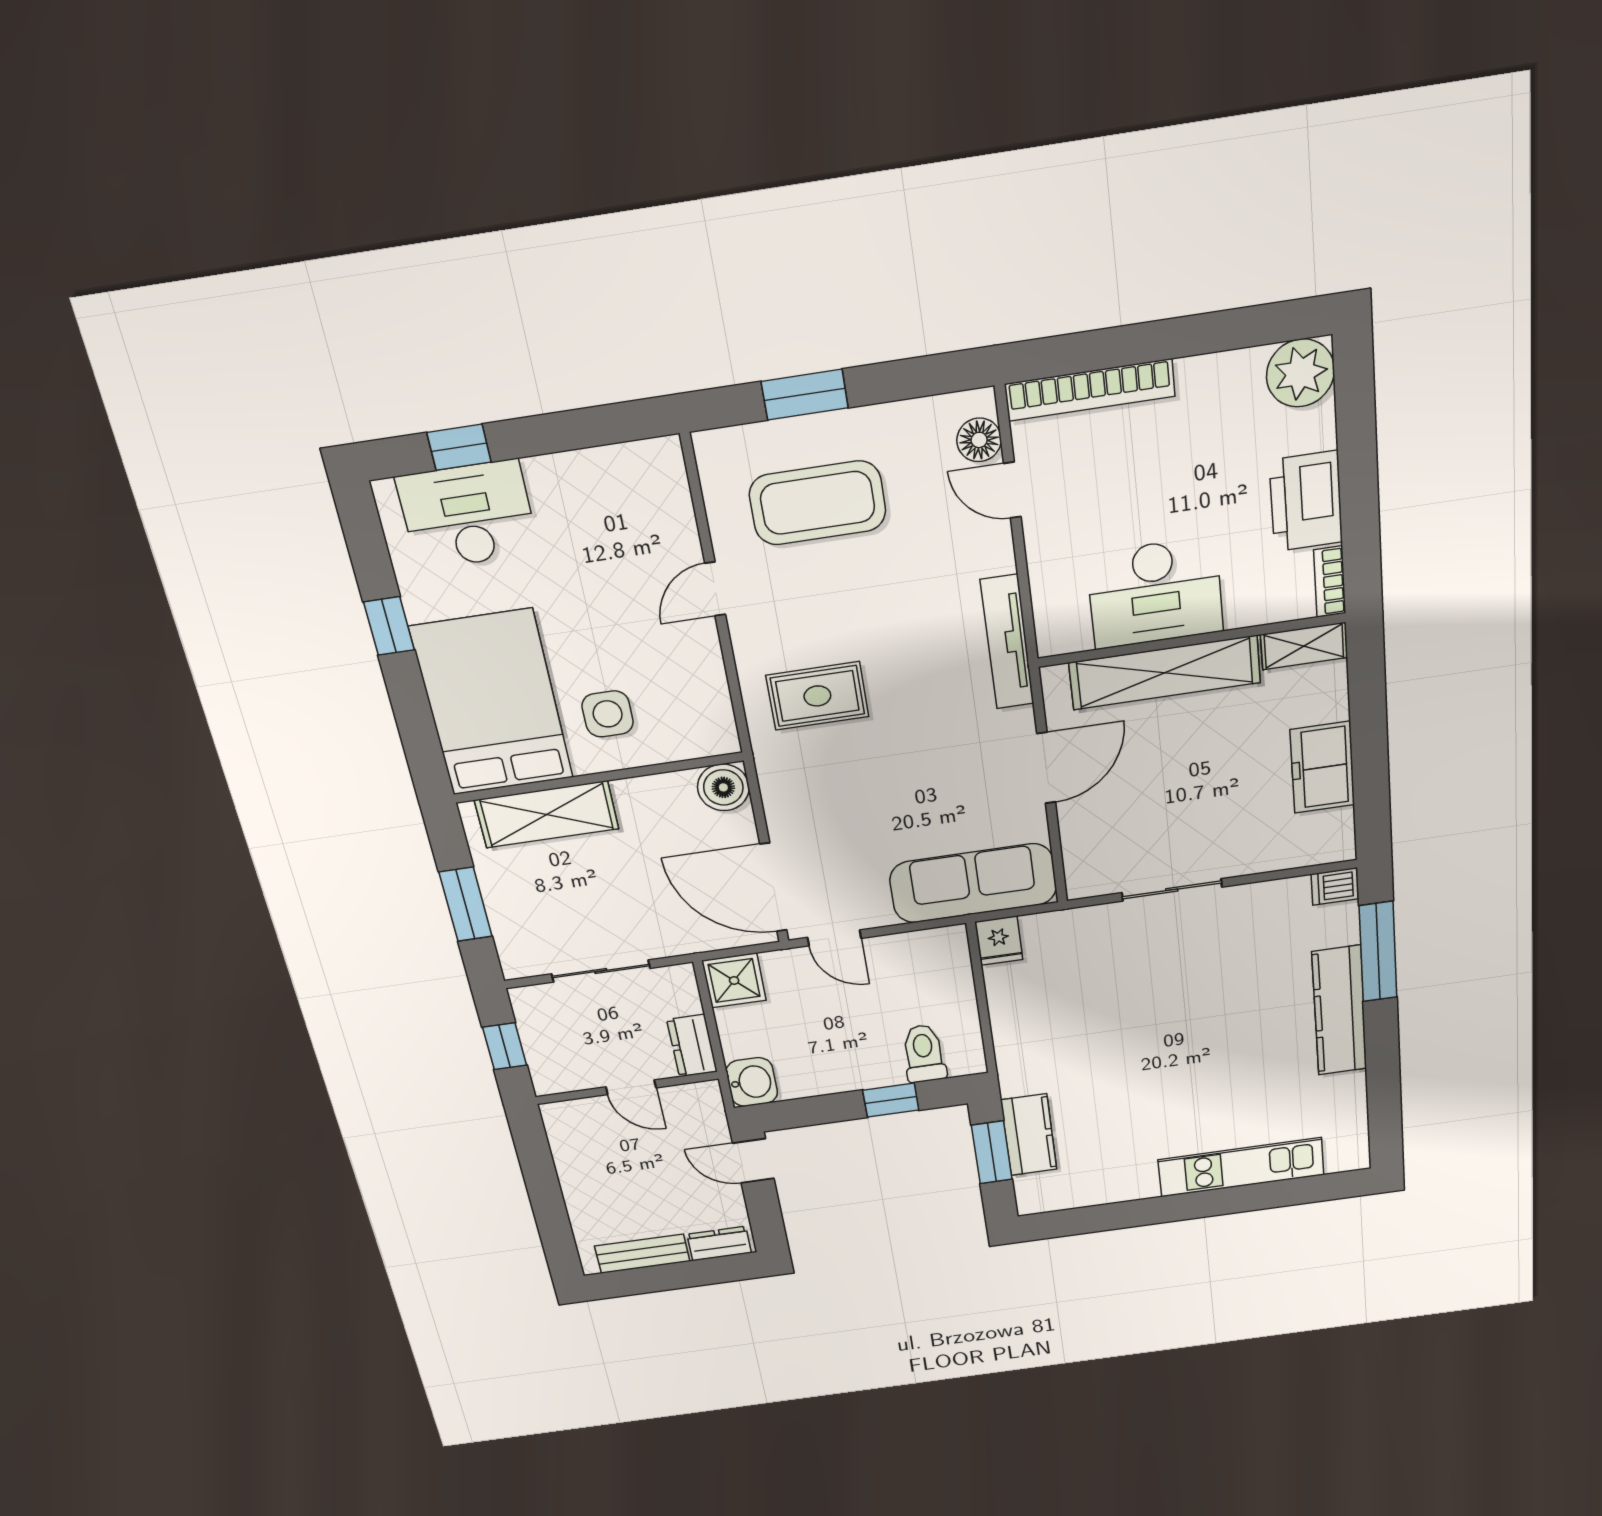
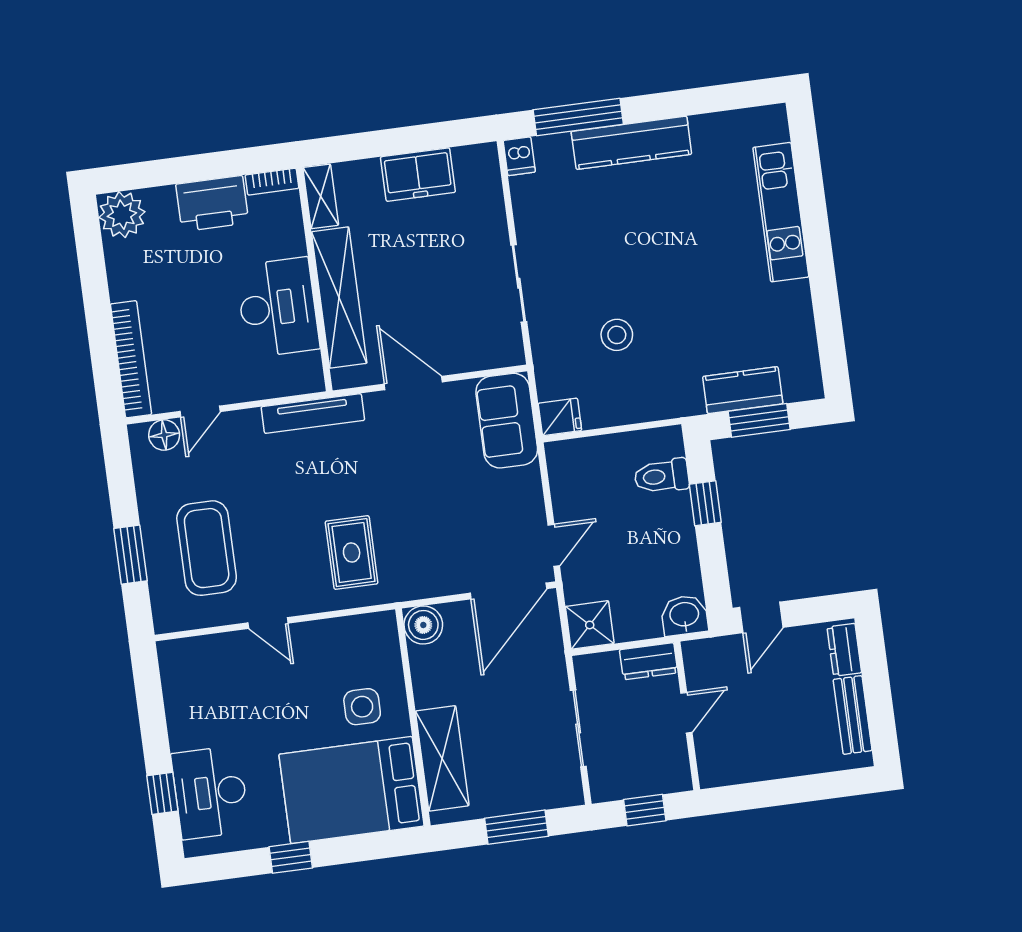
sofa: (973, 883) -> (507, 421), width x0.73
stool: (1101, 1001) -> (617, 335), added

